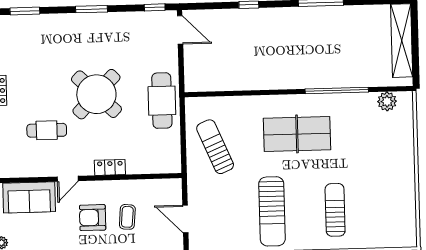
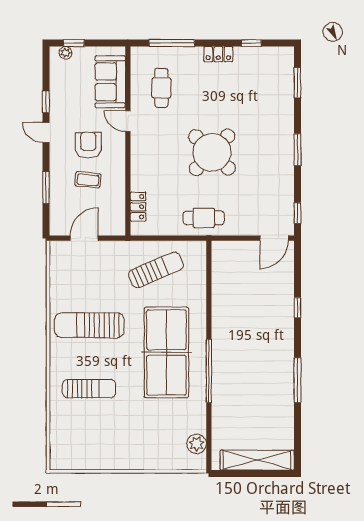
window: (337, 91) -> (209, 371), moved
cafe table: (162, 101) -> (204, 218), width x0.73, depth x0.74
cafe table: (47, 130) -> (161, 88), moved
table tennis table: (297, 134) -> (166, 352), width x1.36, depth x1.32
locker: (110, 167) -> (138, 207), moved

